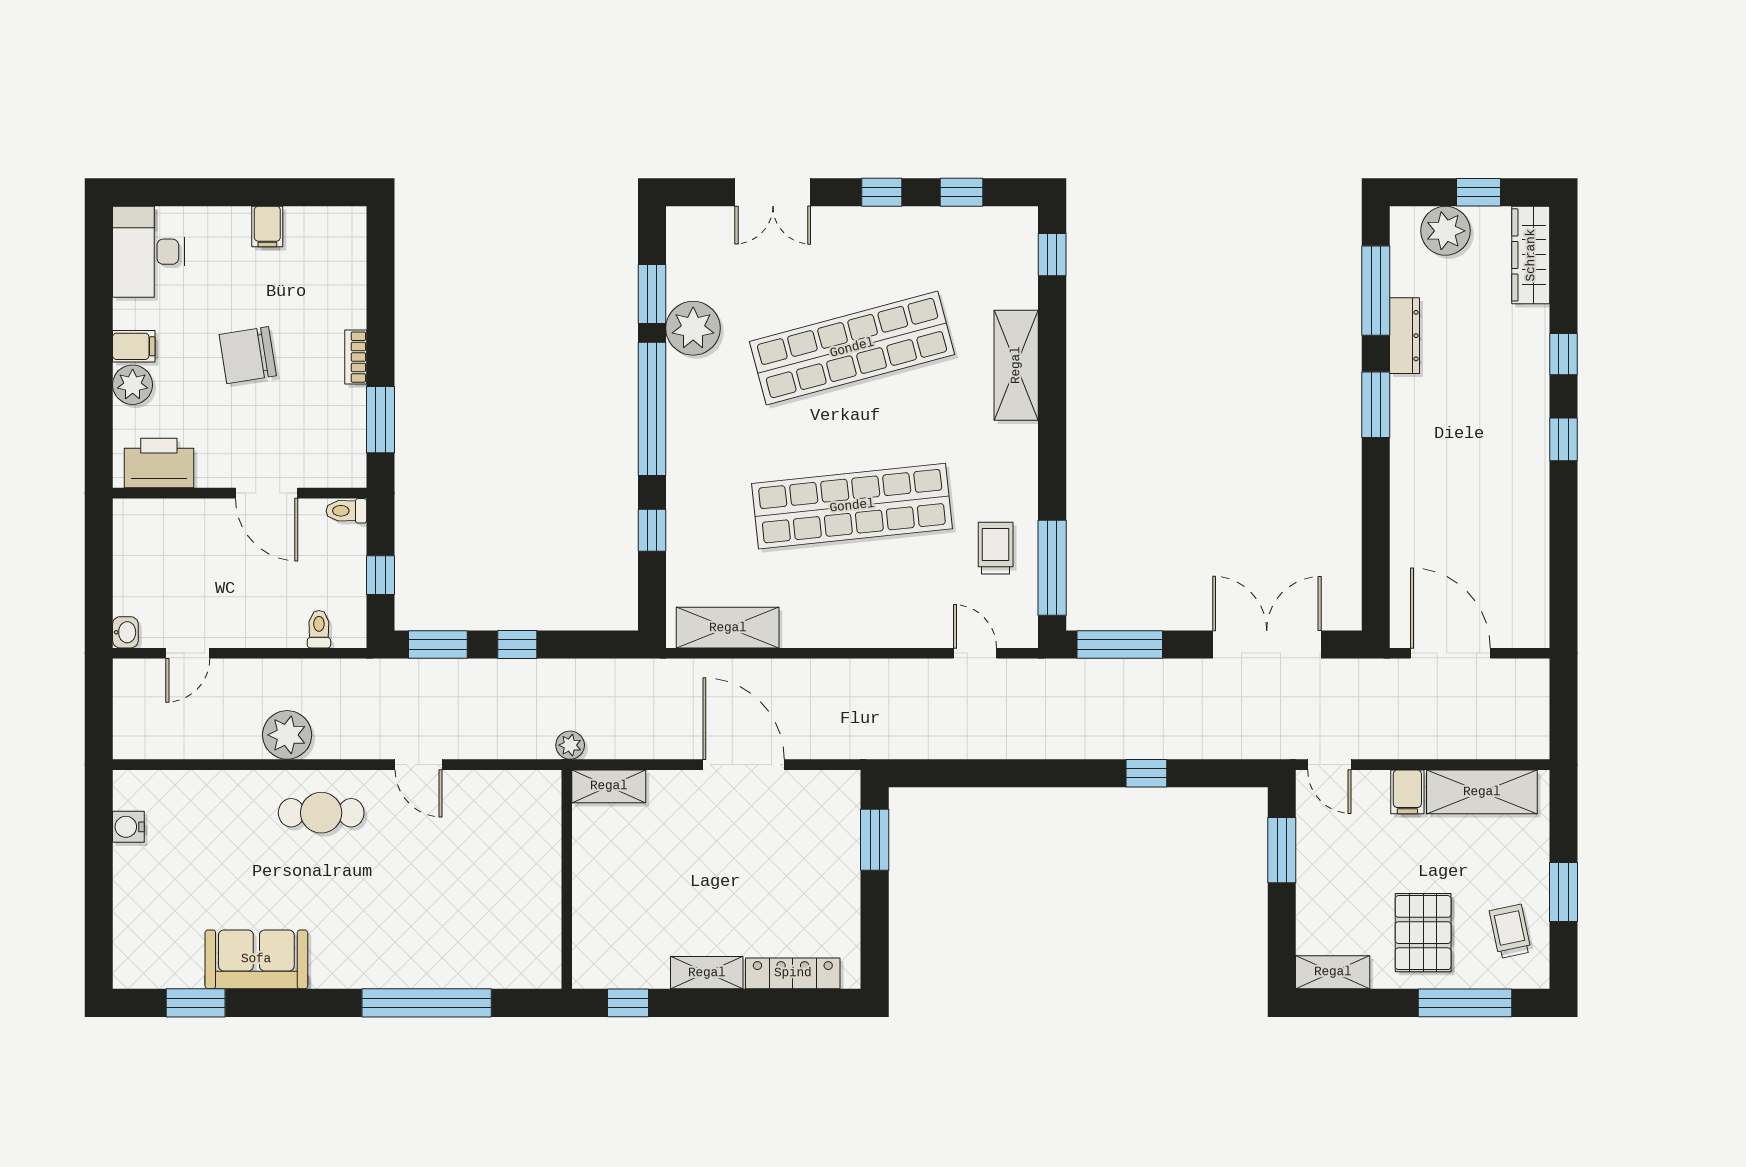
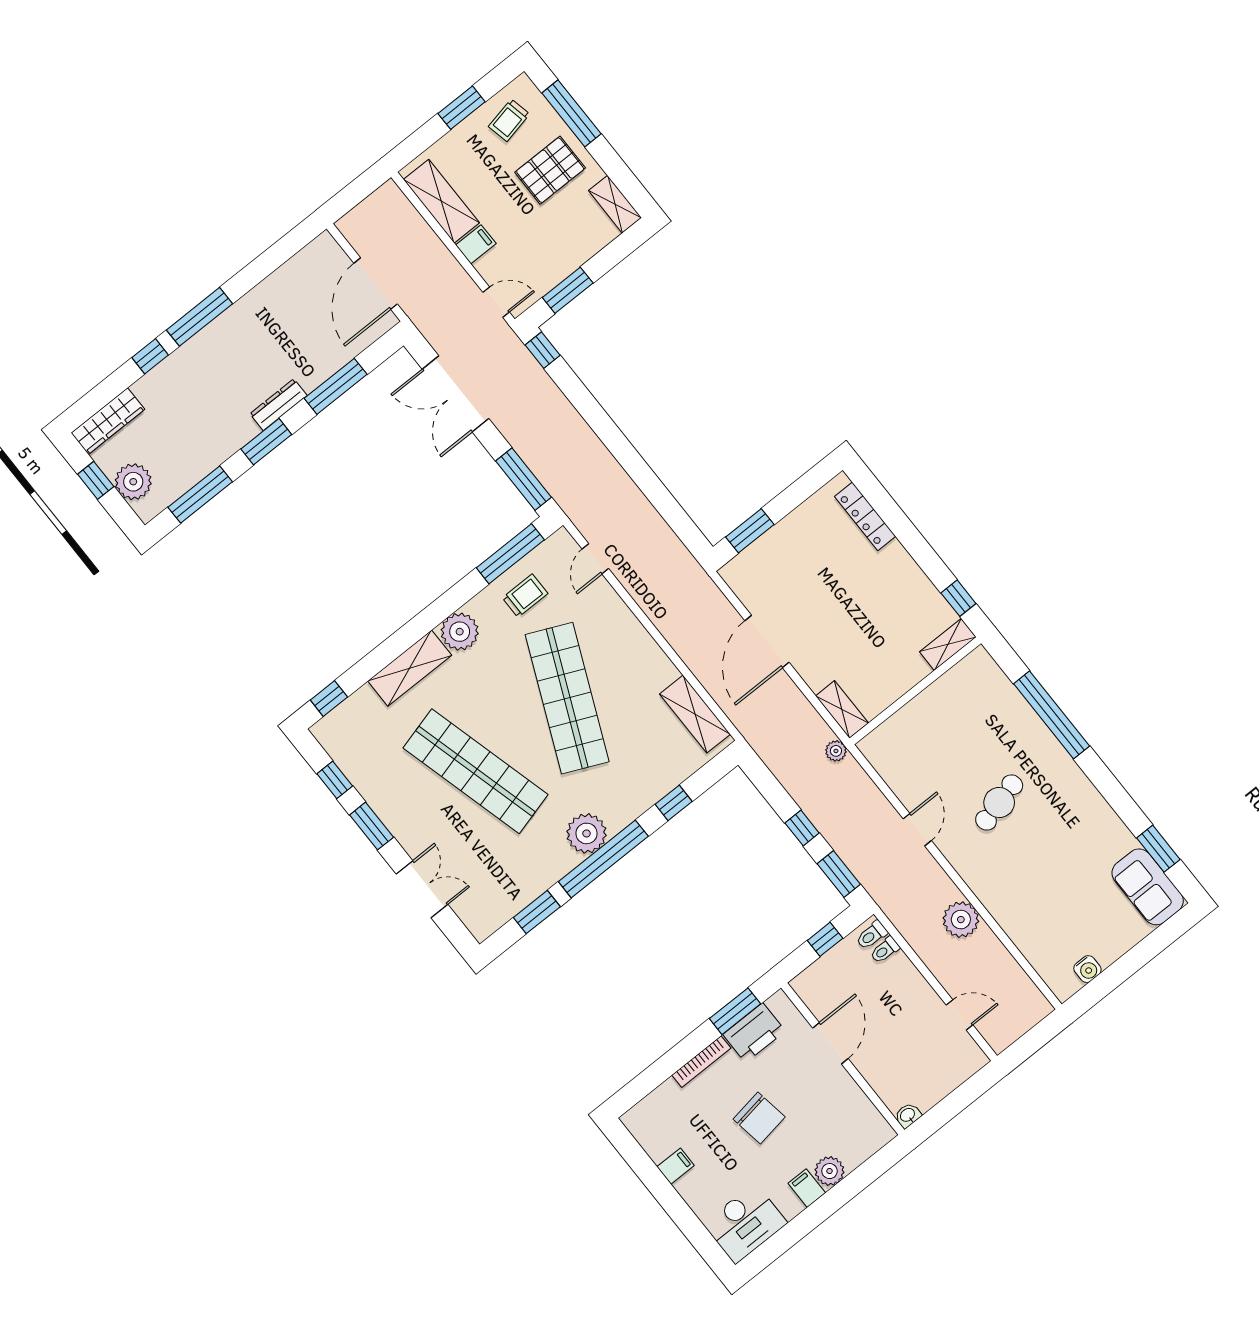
window: (882, 192) -> (372, 826), width x1.50
plant: (693, 328) -> (587, 833), moved
dresser: (1404, 336) -> (278, 405), moved
bookcase: (356, 357) -> (701, 1062), width x1.56
window: (1564, 439) -> (199, 317), width x2.17
plant: (1013, 449) -> (460, 632), added
printer: (159, 463) -> (754, 1033), moved, turned -90
shop shelf: (852, 506) -> (567, 698), turned 30
toilet: (346, 511) -> (872, 935), moved, turned 90
window: (1376, 525) -> (336, 386), added
trolley: (996, 548) -> (525, 596), turned 180
washbasin: (125, 632) -> (908, 1115), moved
door: (1329, 765) -> (496, 302), hinge flipped
window: (1146, 773) -> (543, 350), moved
cafe table: (321, 813) -> (999, 803), moved, turned 75
sofa: (256, 959) -> (1148, 887), moved
shelving: (707, 973) -> (948, 644), moved, turned 90

